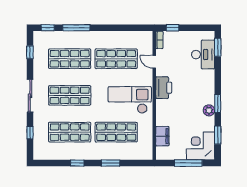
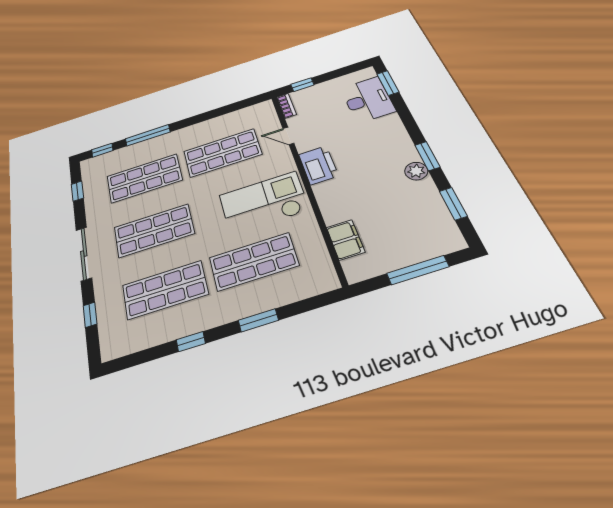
corner desk: (201, 146) -> (428, 232), removed

